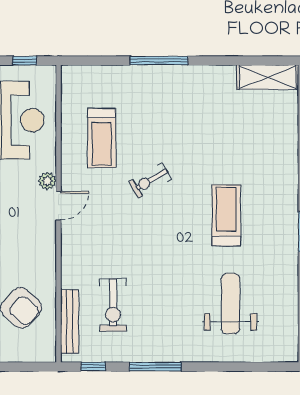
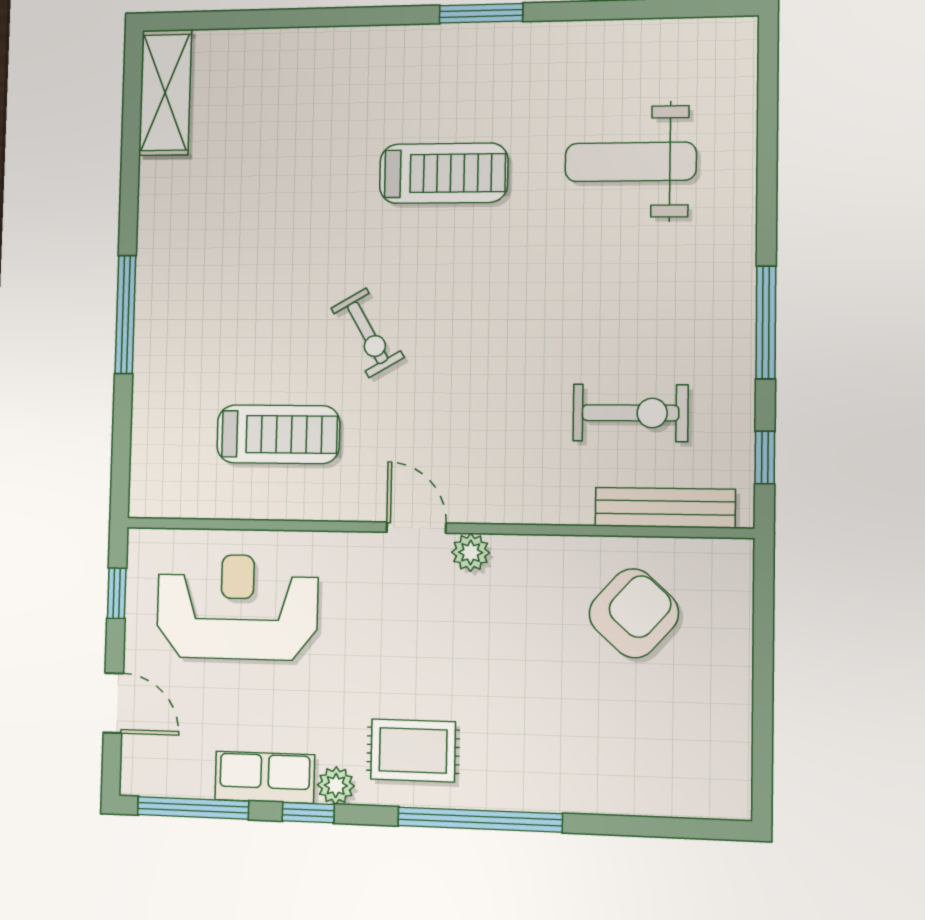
plant: (47, 181) -> (471, 552), moved
treadmill: (226, 215) -> (444, 173), turned 180

